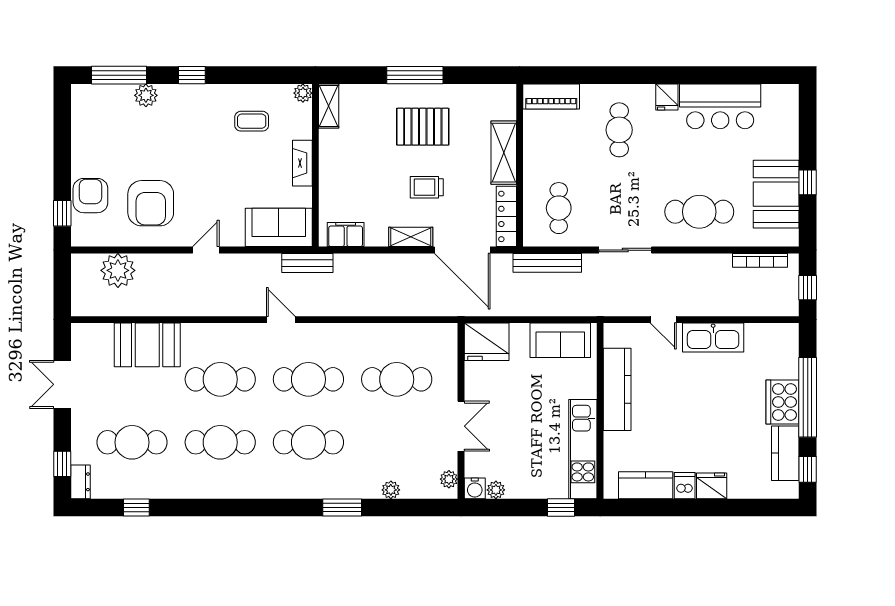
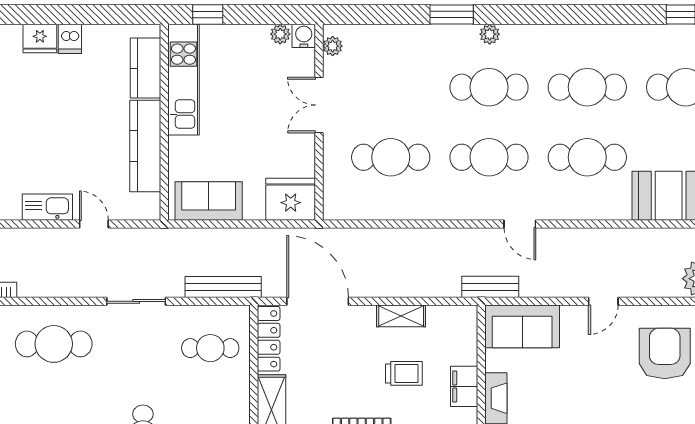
trolley: (427, 187) -> (404, 373), moved
cafe table: (559, 208) -> (210, 348), turned 90
filing cabinet: (346, 235) -> (464, 386), moved, turned 90
shelving: (411, 237) -> (401, 316), moved
kitchen sink: (713, 337) -> (47, 207), width x0.73, depth x0.81
kitchen counter: (646, 485) -> (145, 68), moved, turned 90
plant: (391, 490) -> (490, 34), moved

